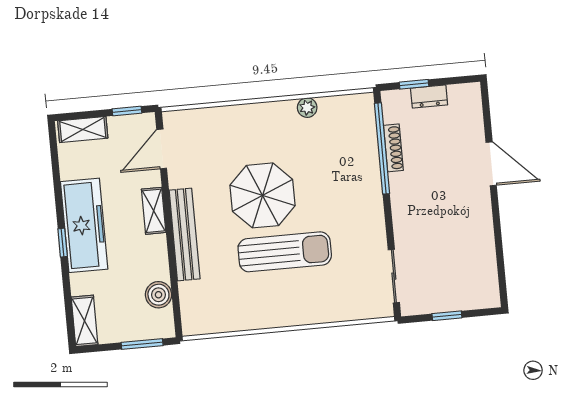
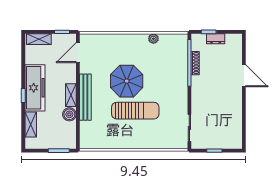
shelving: (154, 211) -> (71, 95), moved
boiler: (158, 295) -> (69, 114), moved
shelving: (85, 321) -> (31, 125), moved

